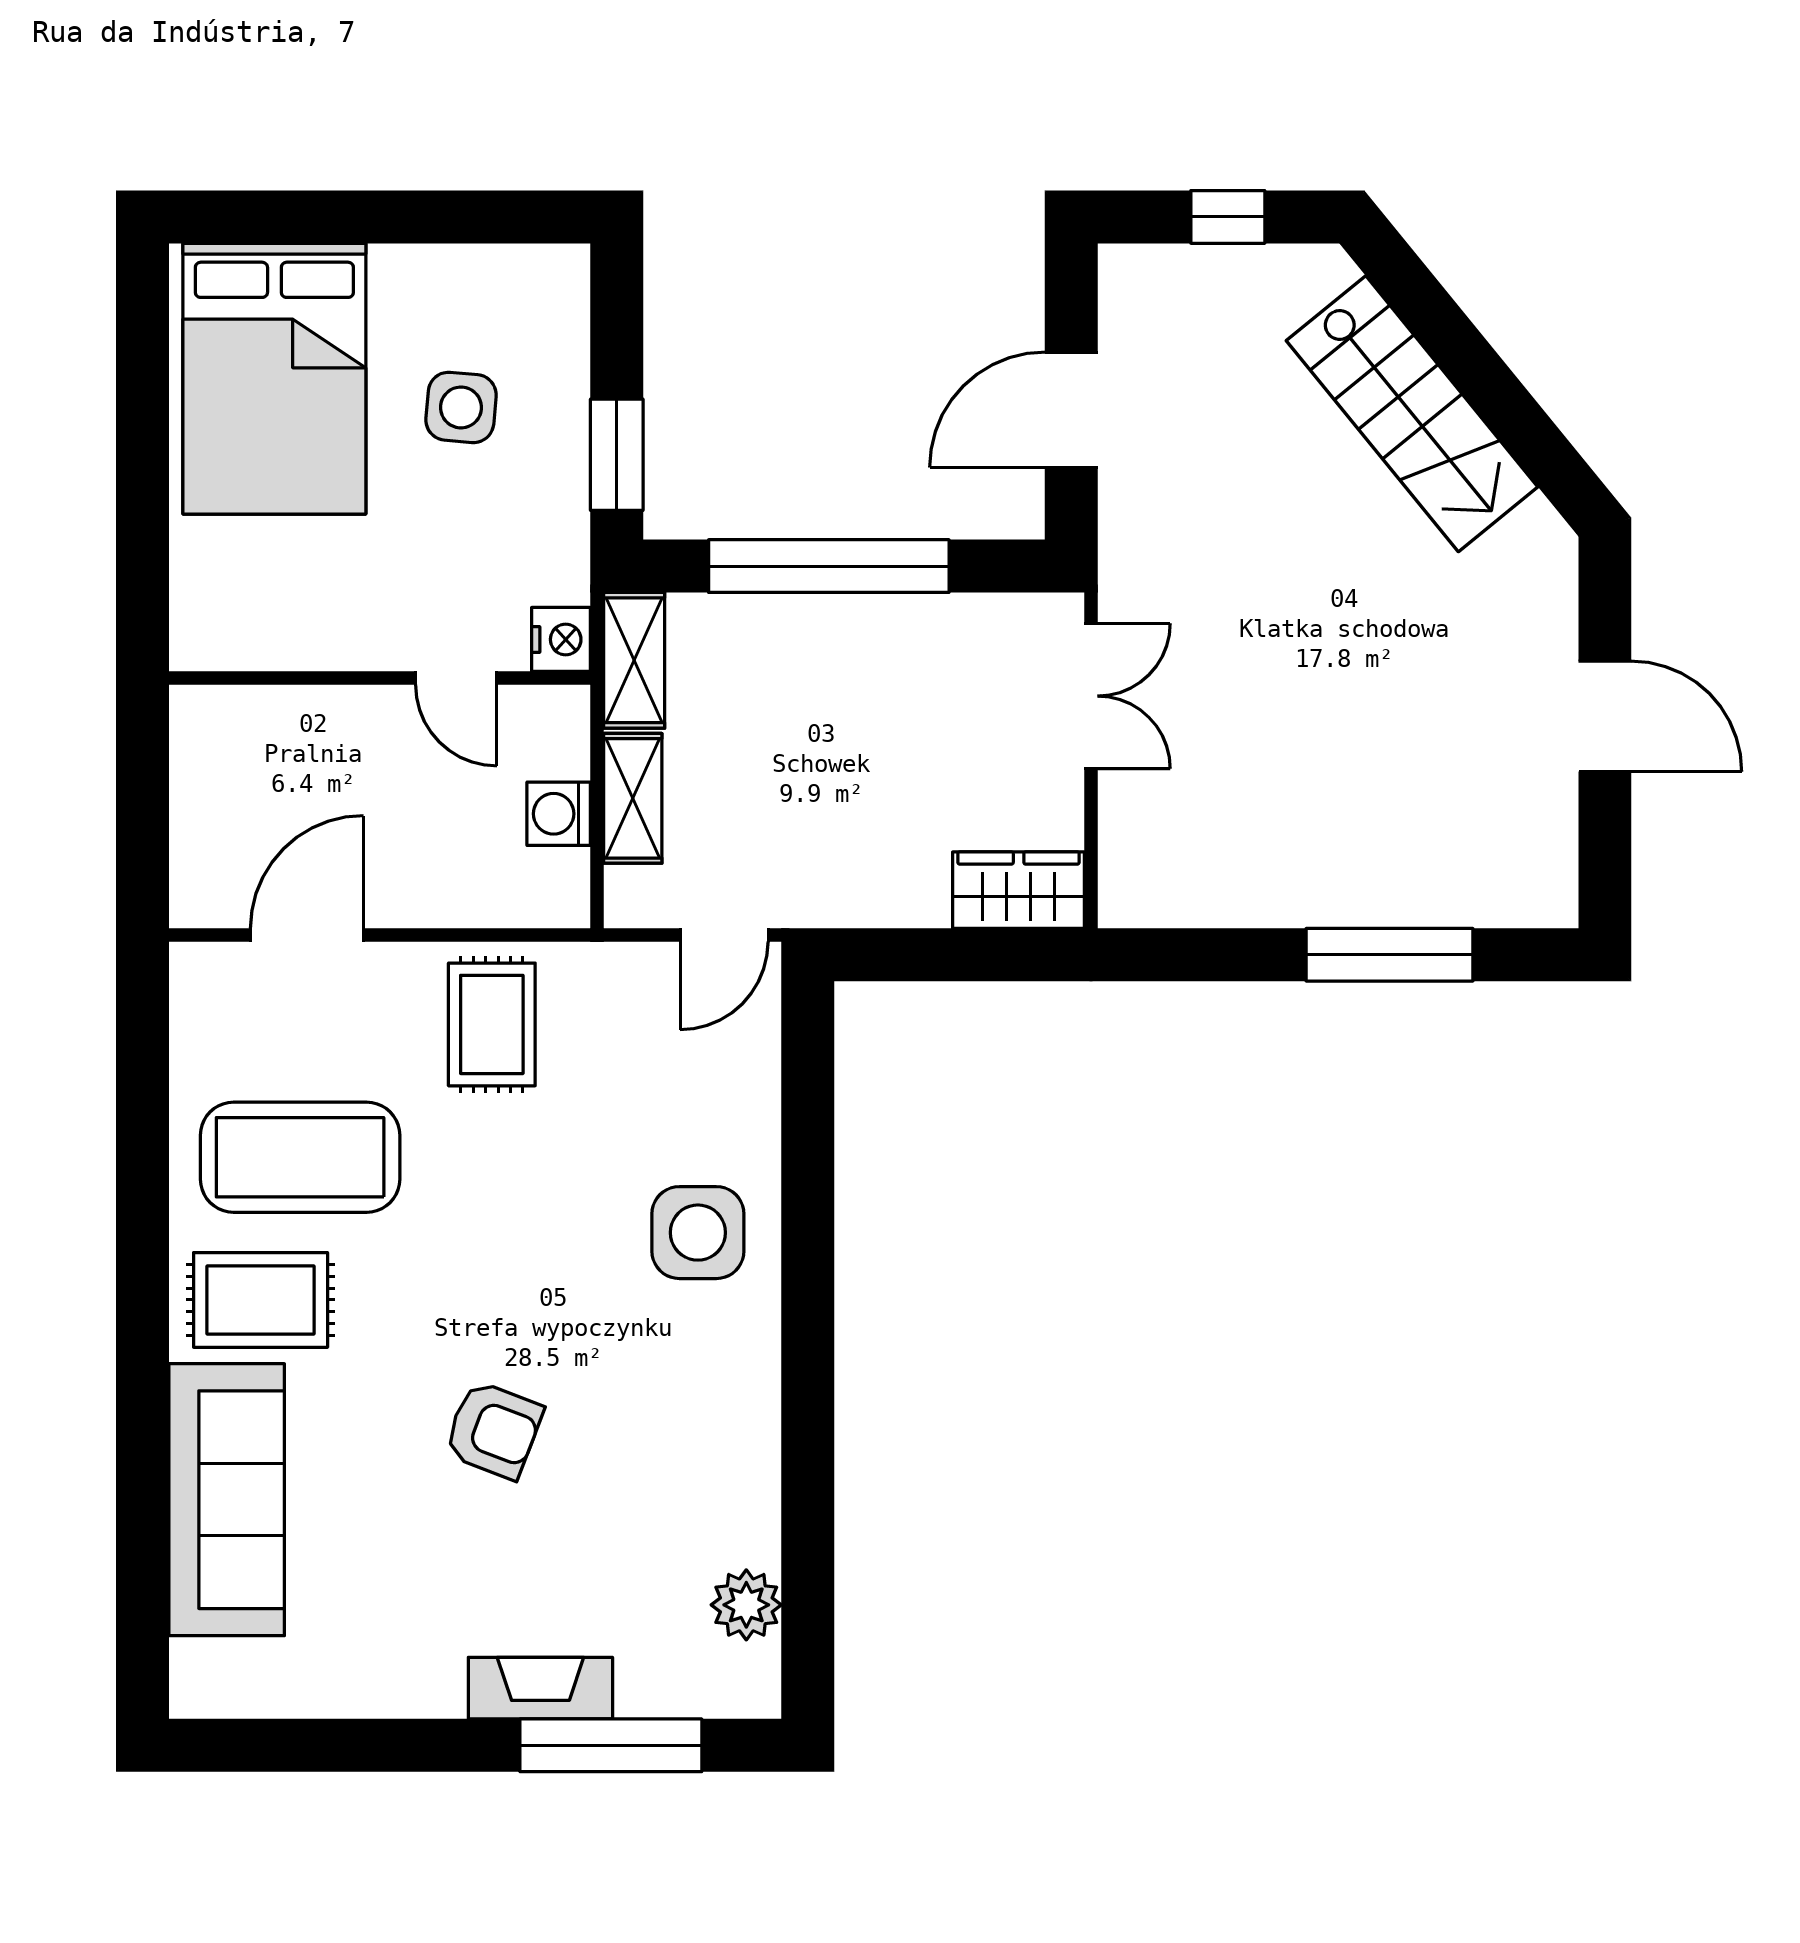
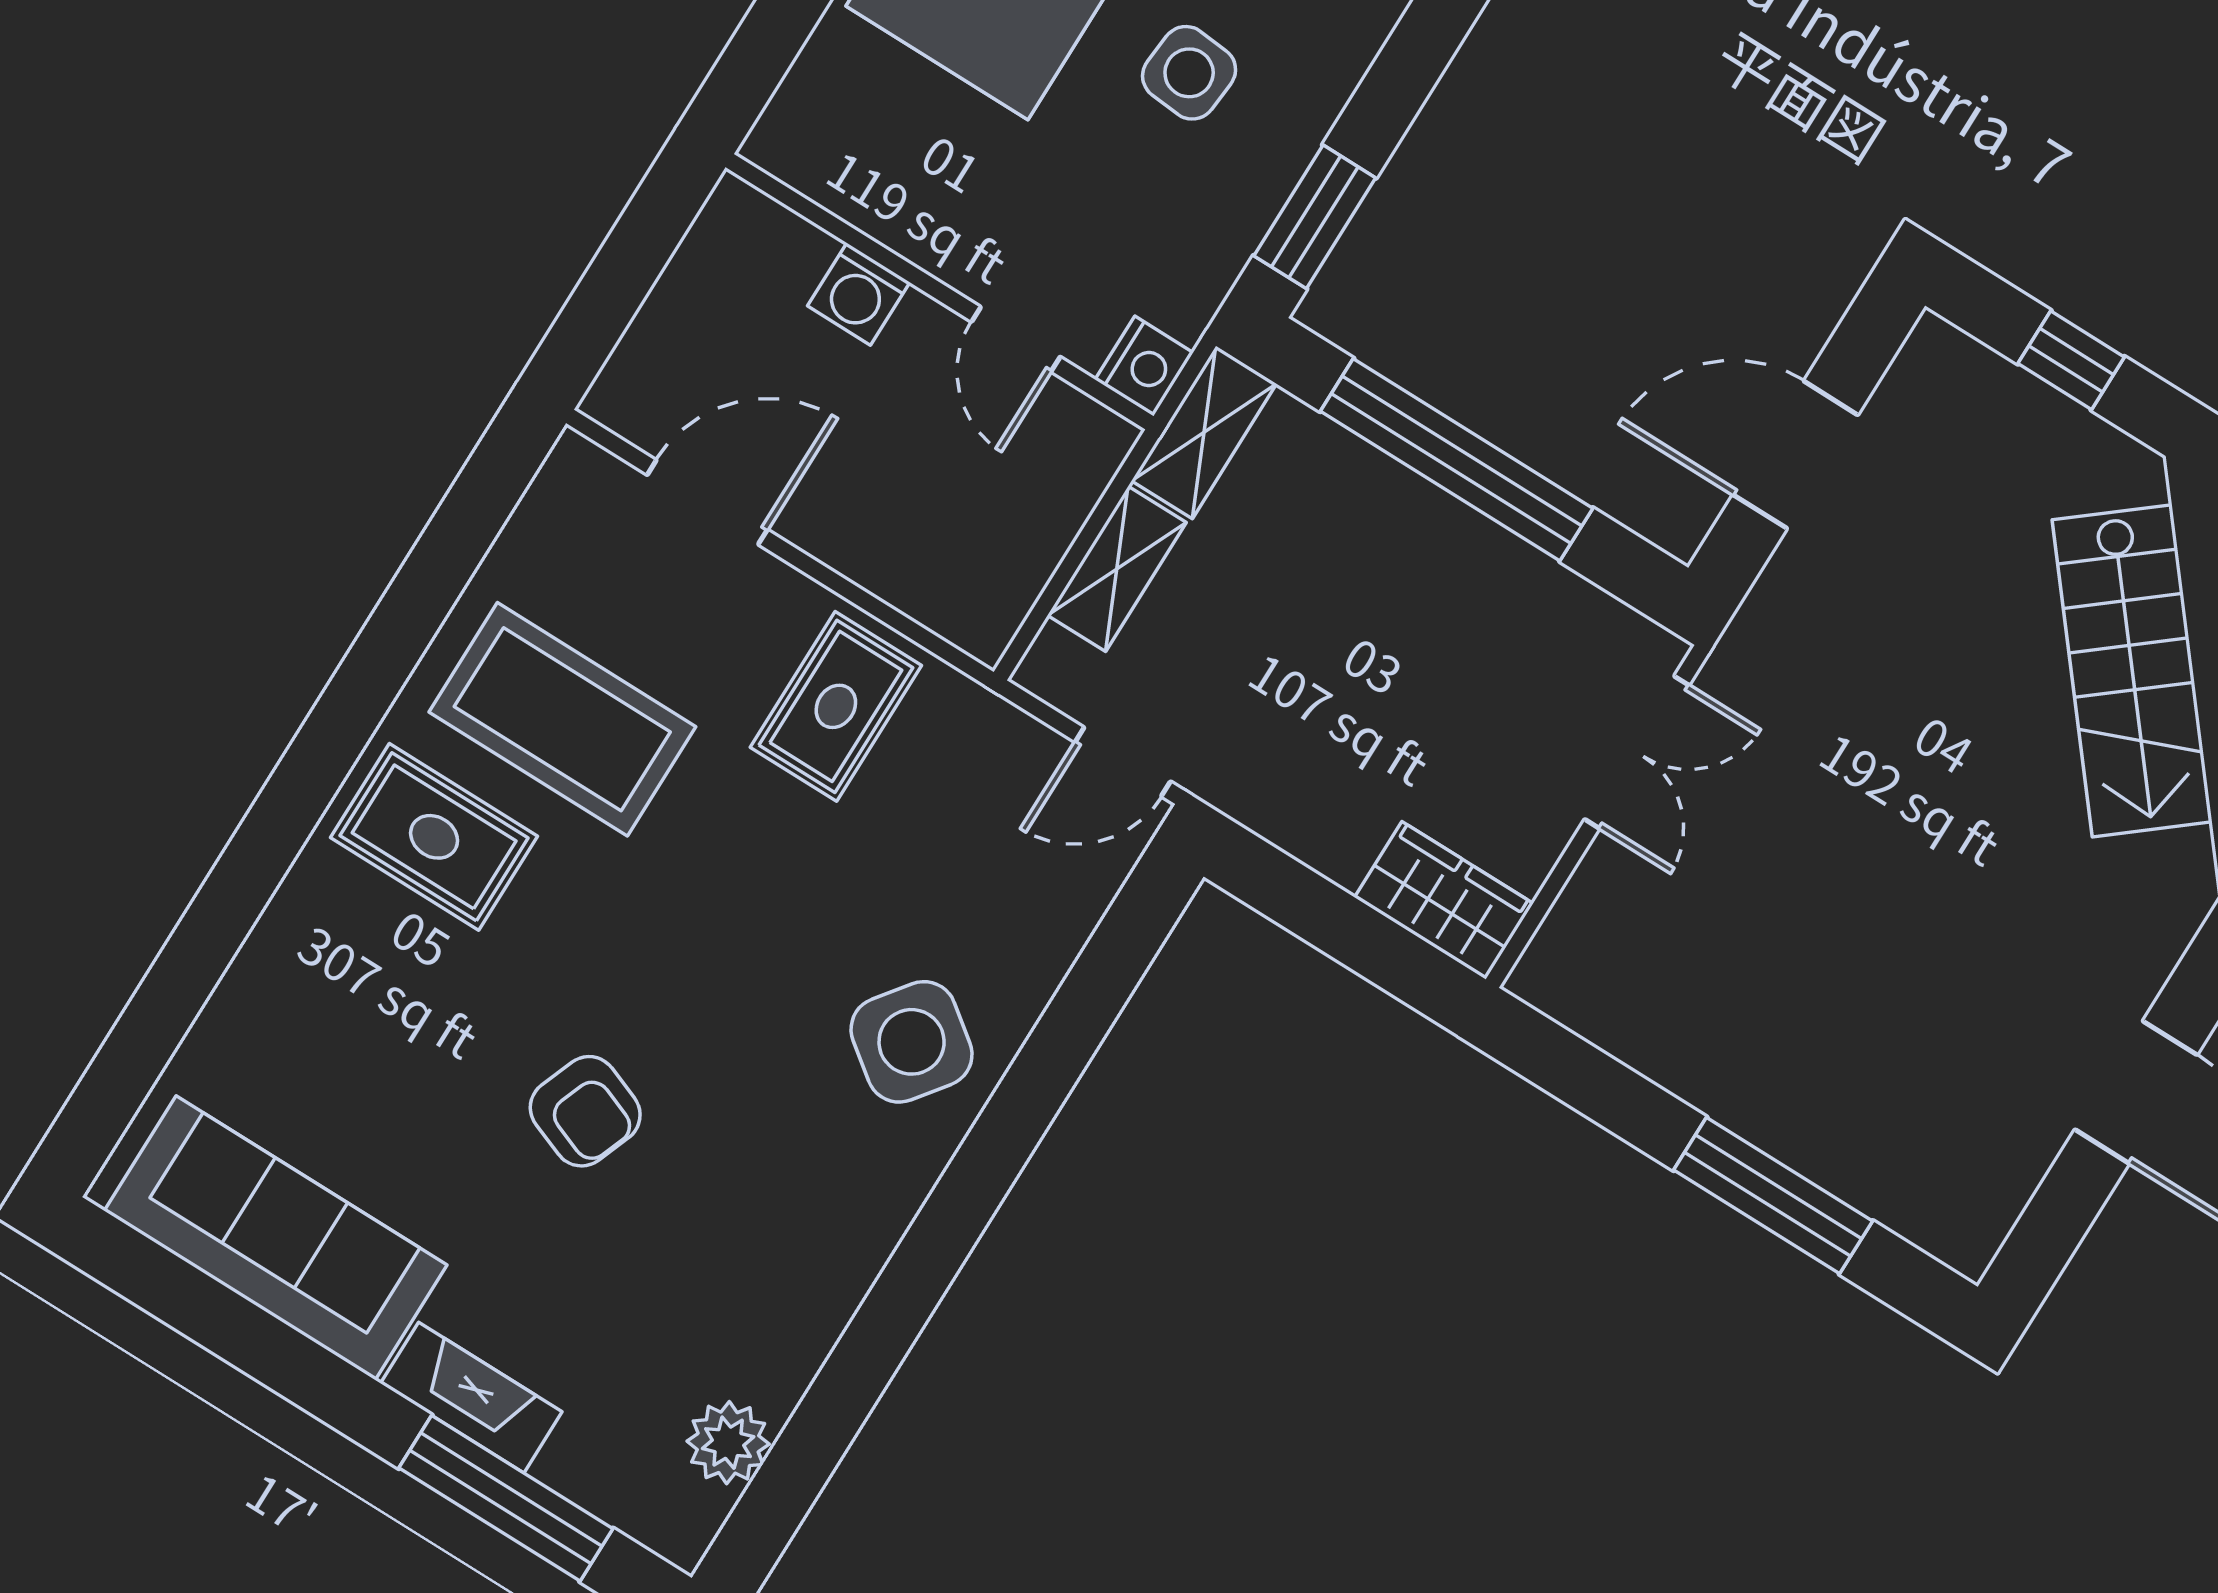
washing machine: (559, 814) -> (859, 294), moved, turned -90
side table: (698, 1233) -> (912, 1042), turned 37
sofa: (227, 1500) -> (276, 1238), moved, turned -90

